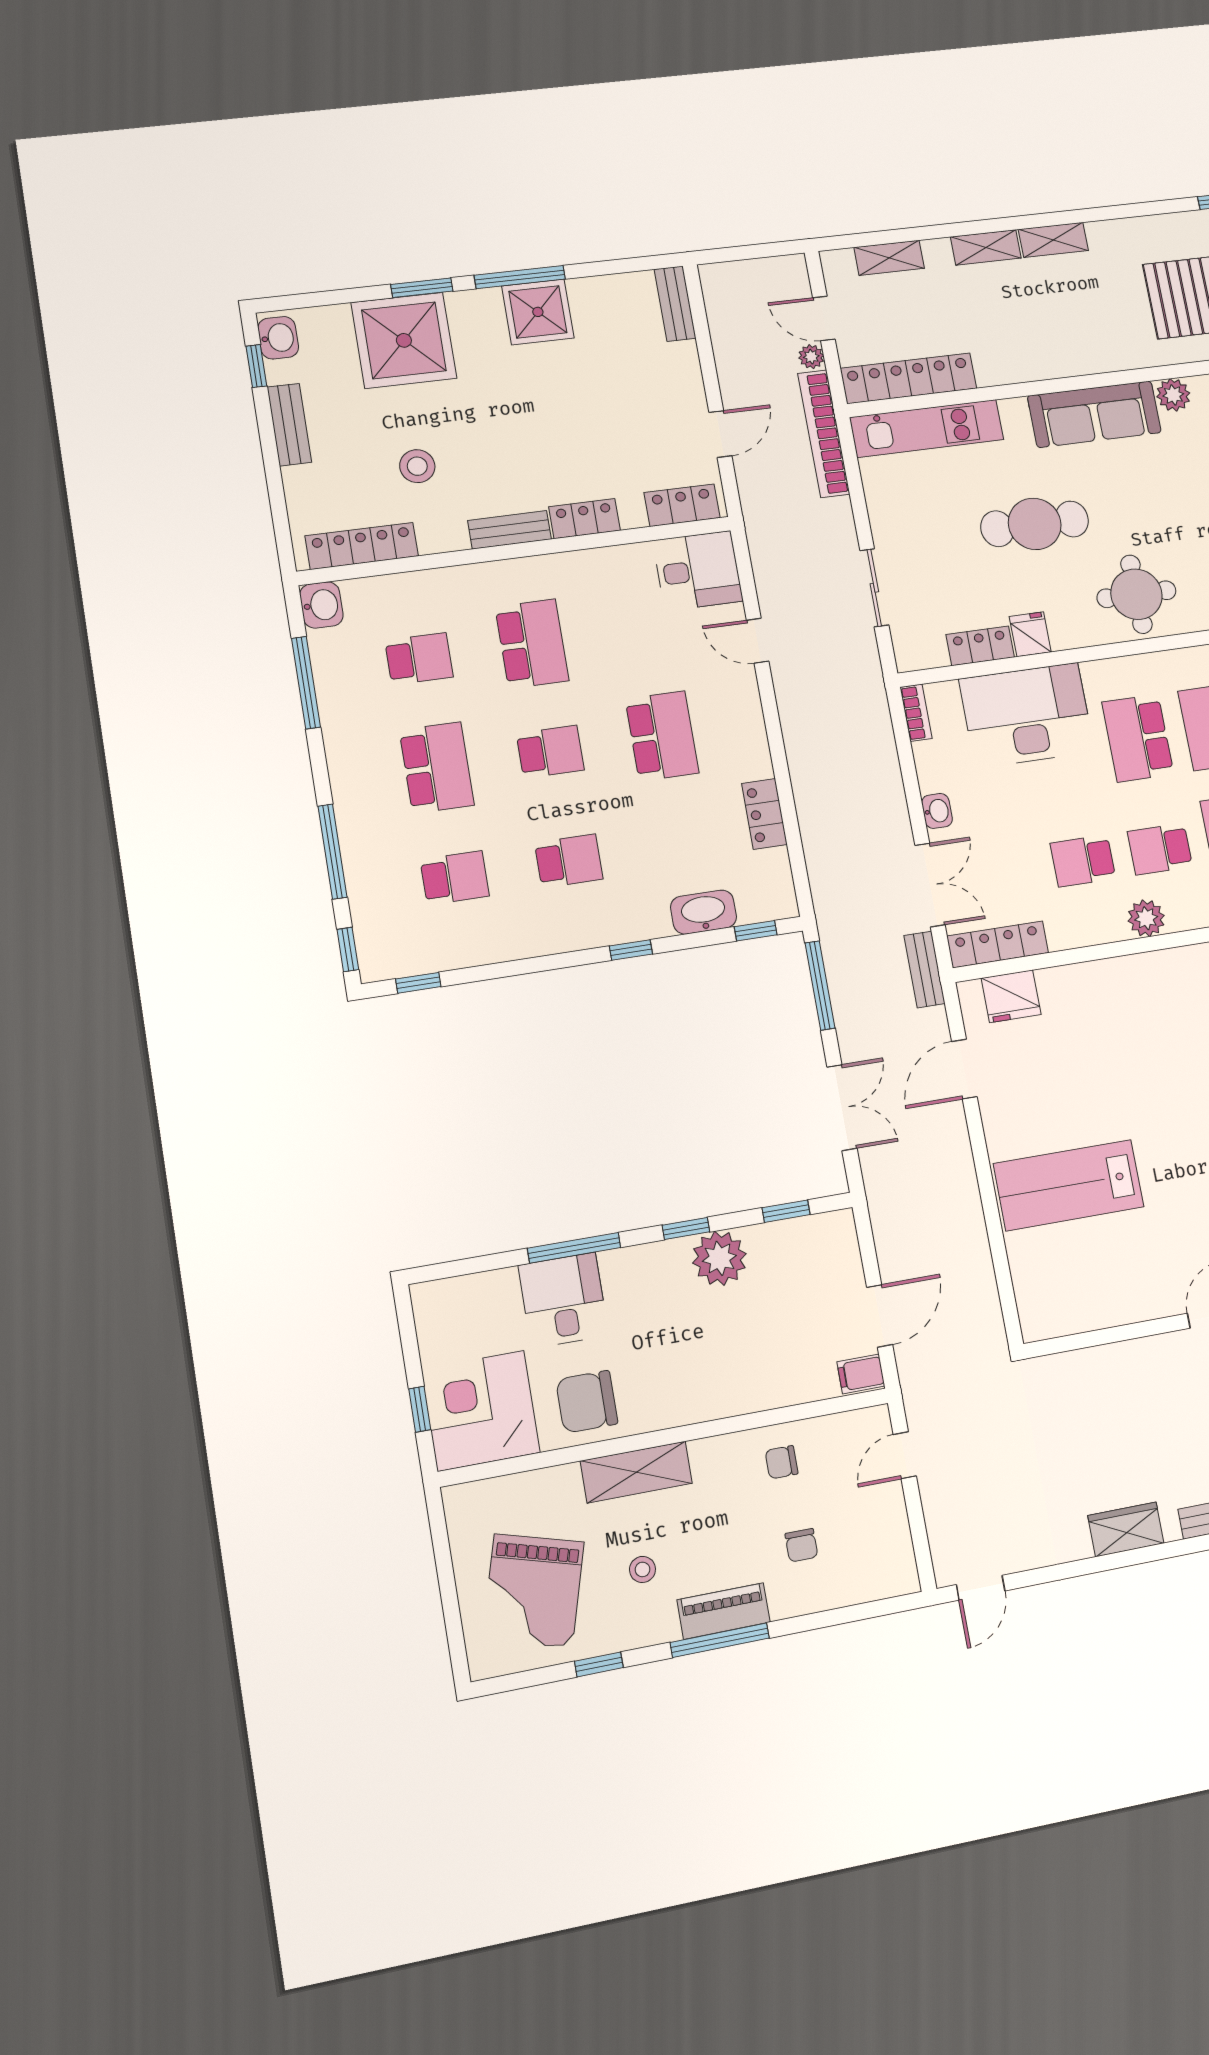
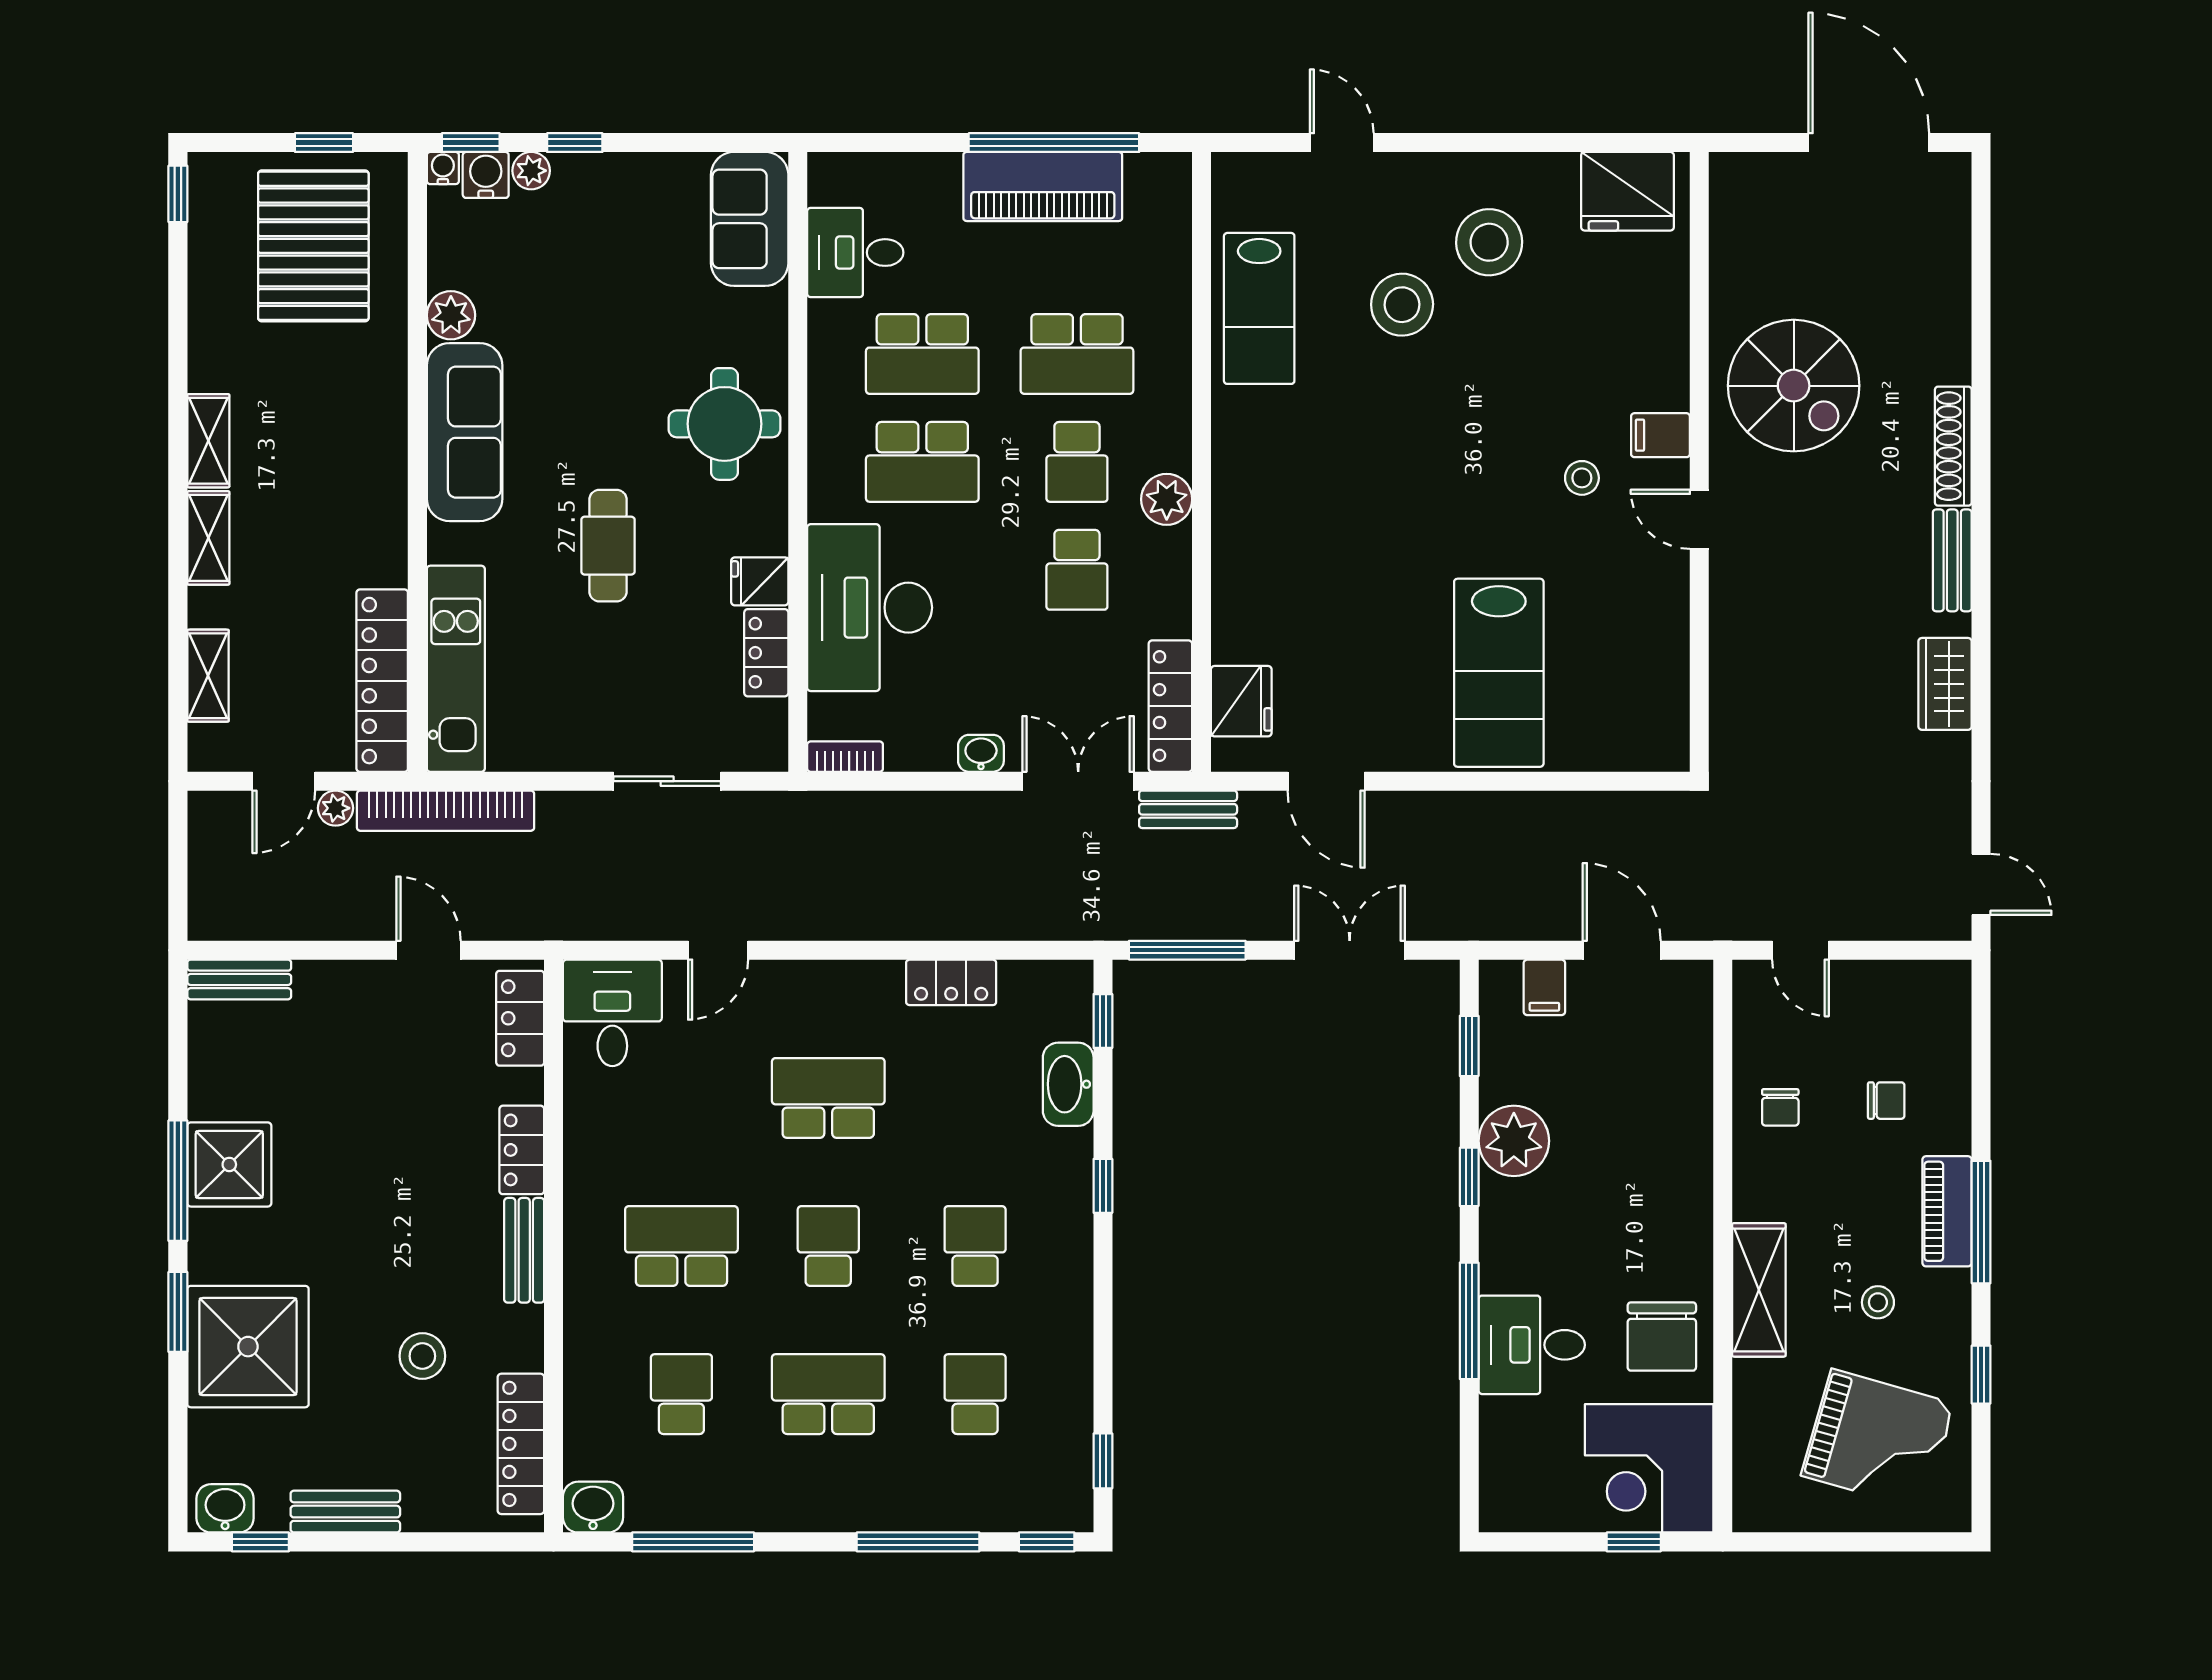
cafe table: (1035, 524) -> (608, 546), width x0.73, depth x0.74
filing cabinet: (861, 1374) -> (1544, 987), moved

